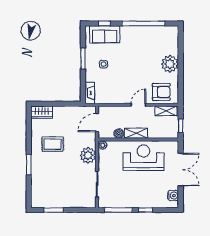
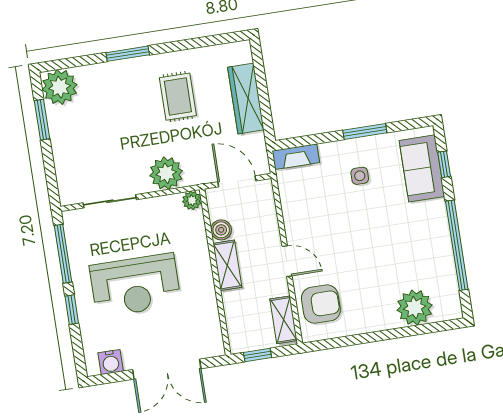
plant: (170, 64) -> (415, 308), moved
armchair: (161, 92) -> (321, 304), turned -90
wardrobe: (42, 112) -> (246, 98), moved, width x1.50
reception desk: (143, 158) -> (135, 285), moved, turned 90
plant: (39, 199) -> (60, 87), added

